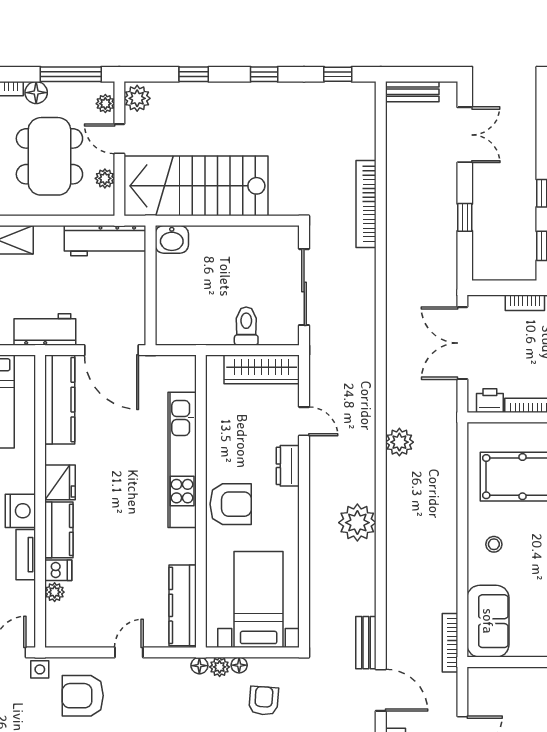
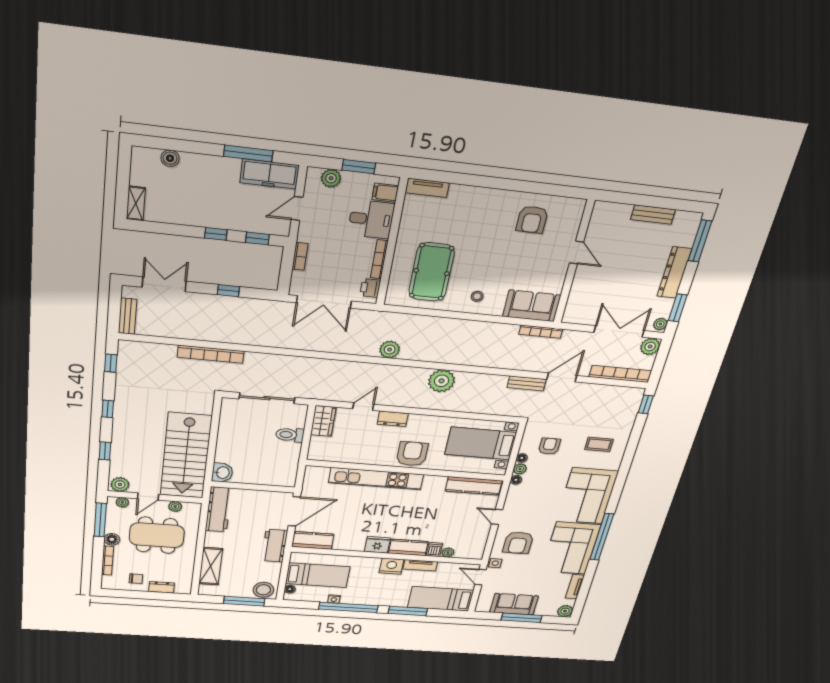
wardrobe: (262, 369) -> (323, 421), width x0.67
kitchen counter: (60, 400) -> (313, 540), width x0.67
armchair: (264, 701) -> (549, 446), turned 86

